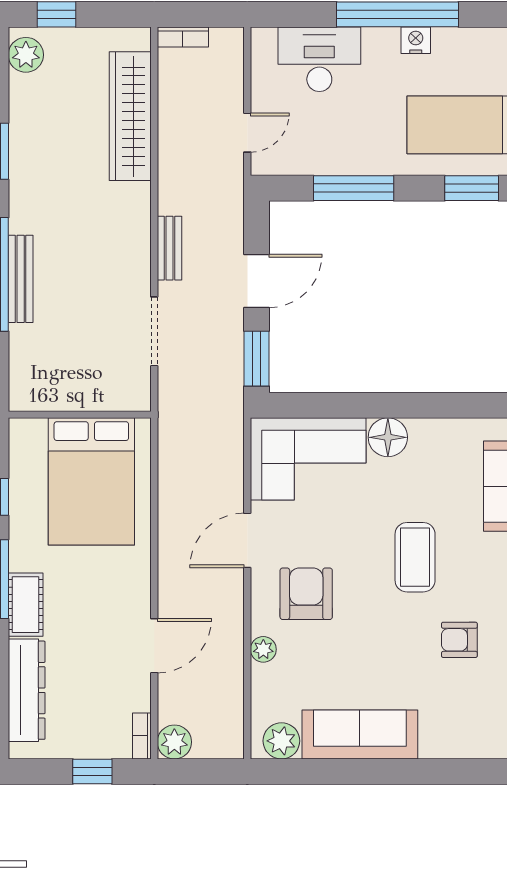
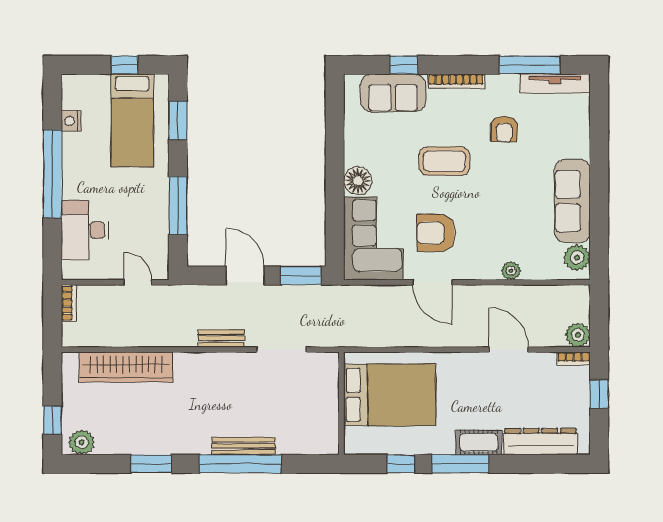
bookcase: (183, 37) -> (69, 303), moved
nightstand: (416, 40) -> (71, 121), moved
armchair: (306, 594) -> (436, 233), moved

